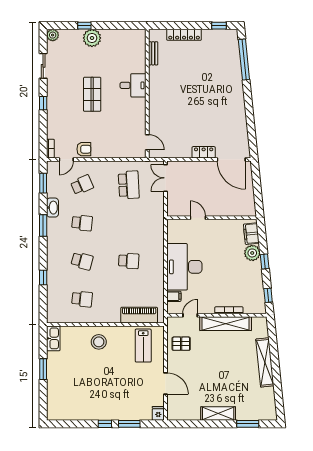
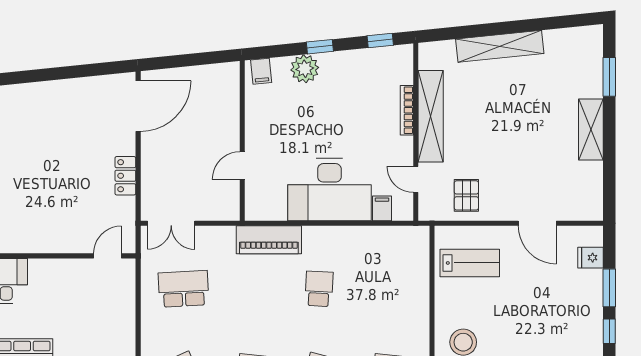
locker: (204, 152) -> (125, 176), moved
filing cabinet: (251, 234) -> (261, 71), width x0.50
piano: (139, 315) -> (269, 240), moved, turned -90
door: (166, 383) -> (537, 223), swing flipped
fridge: (158, 413) -> (590, 258), moved

